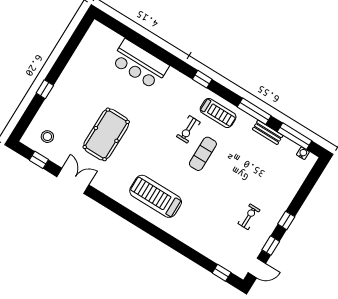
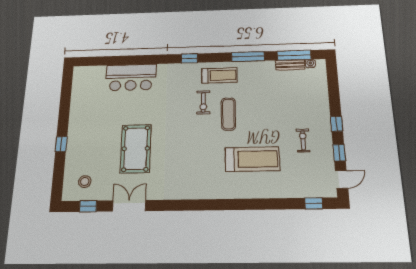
bench: (268, 132) -> (290, 65), moved
treadmill: (156, 196) -> (252, 159), moved, turned 180

